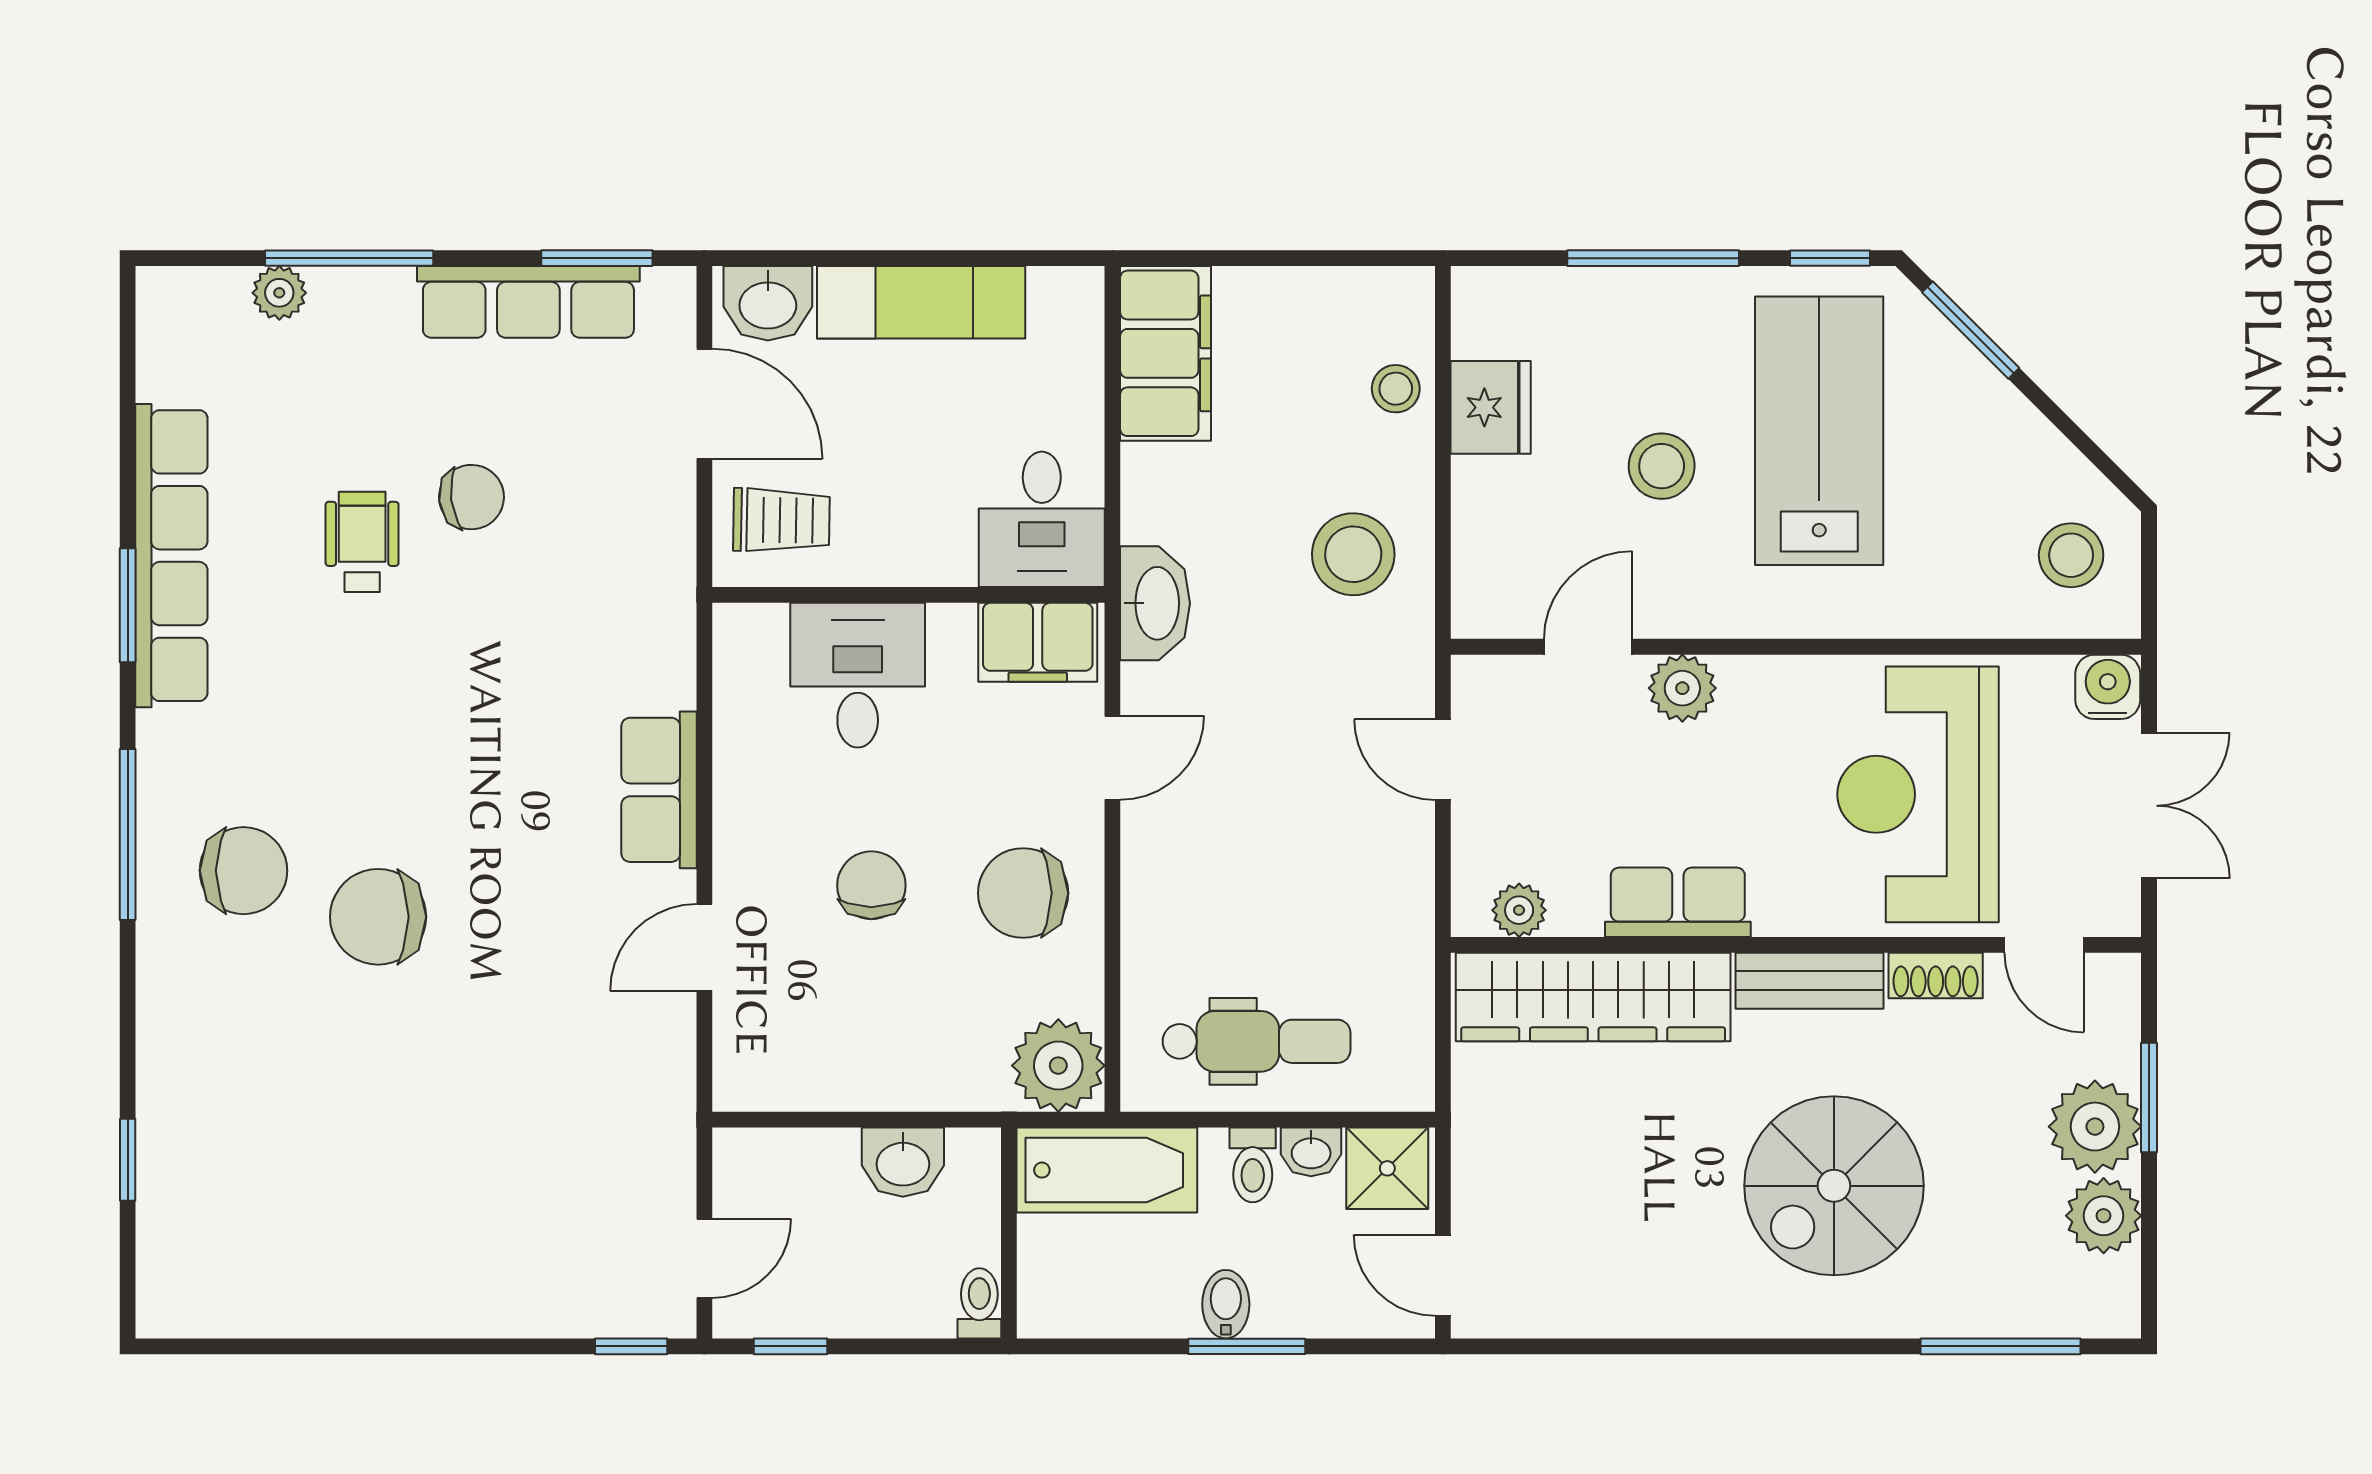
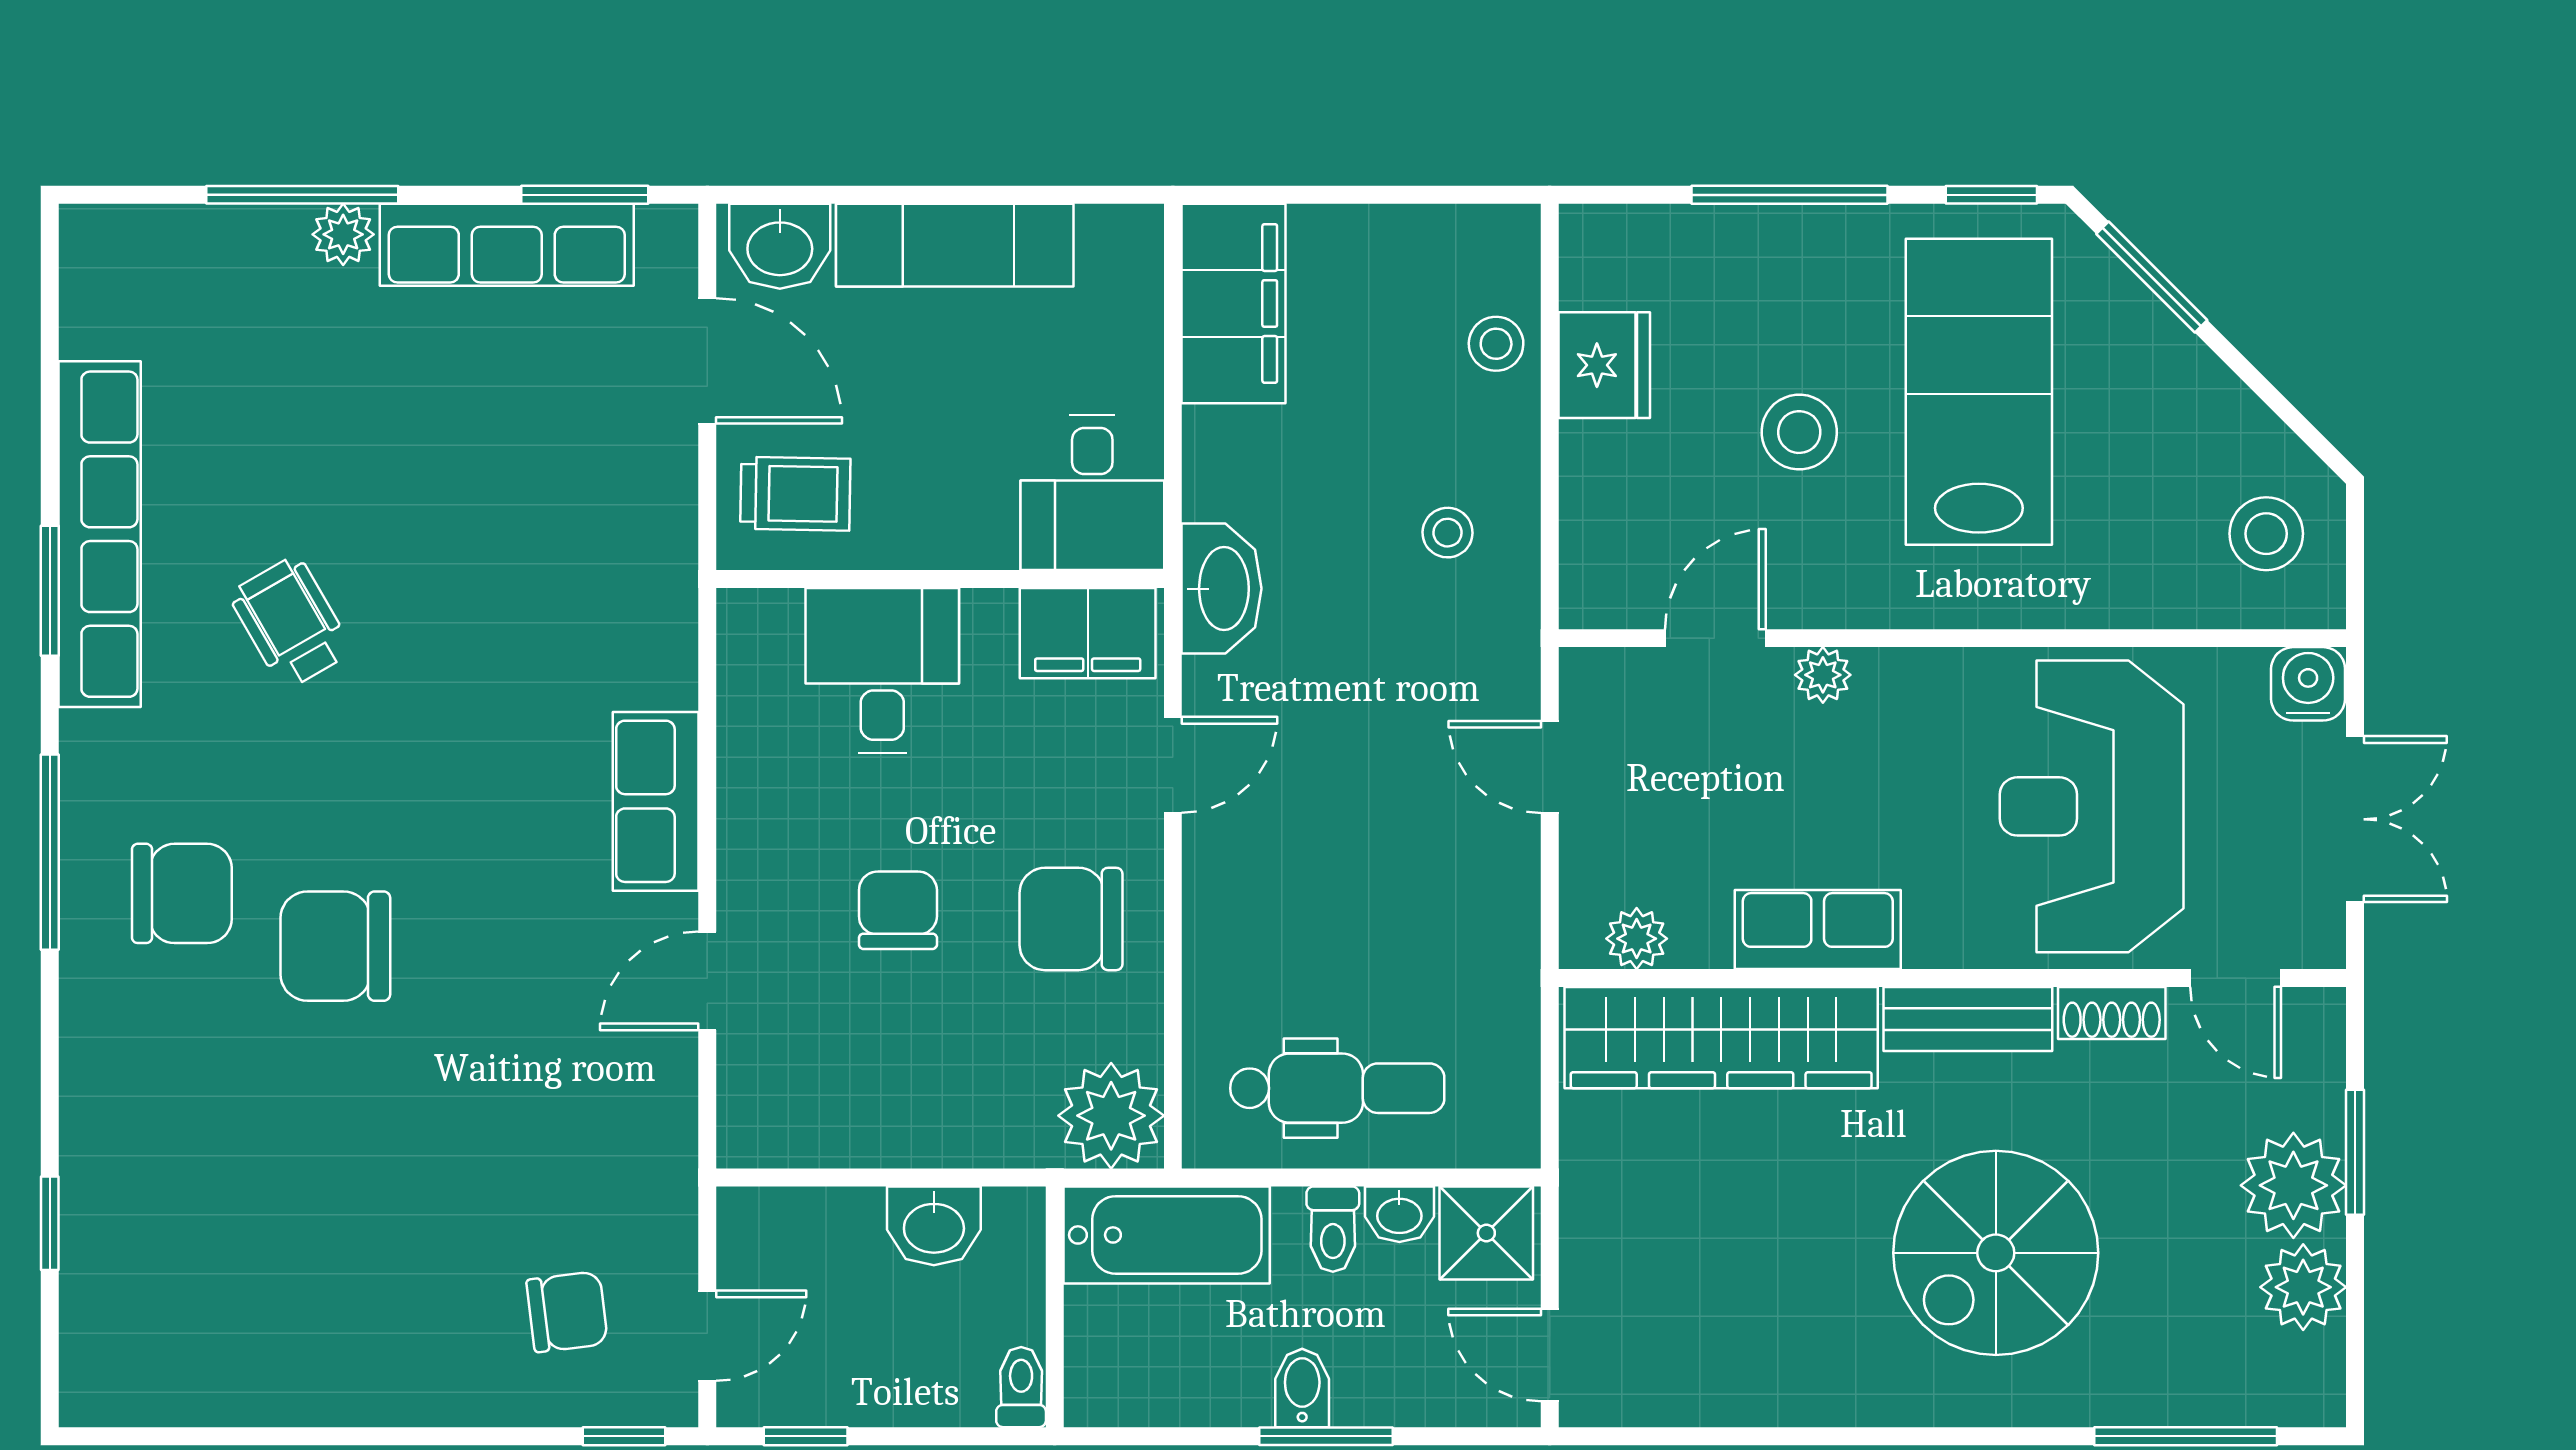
plant: (279, 293) -> (343, 234), moved
chair: (472, 497) -> (567, 1312), moved
wheelchair: (362, 542) -> (291, 622), moved, turned -30
stool: (1353, 554) -> (1448, 533), width x0.53, depth x0.53
plant: (1682, 688) -> (1823, 675), width x0.73, depth x0.73

